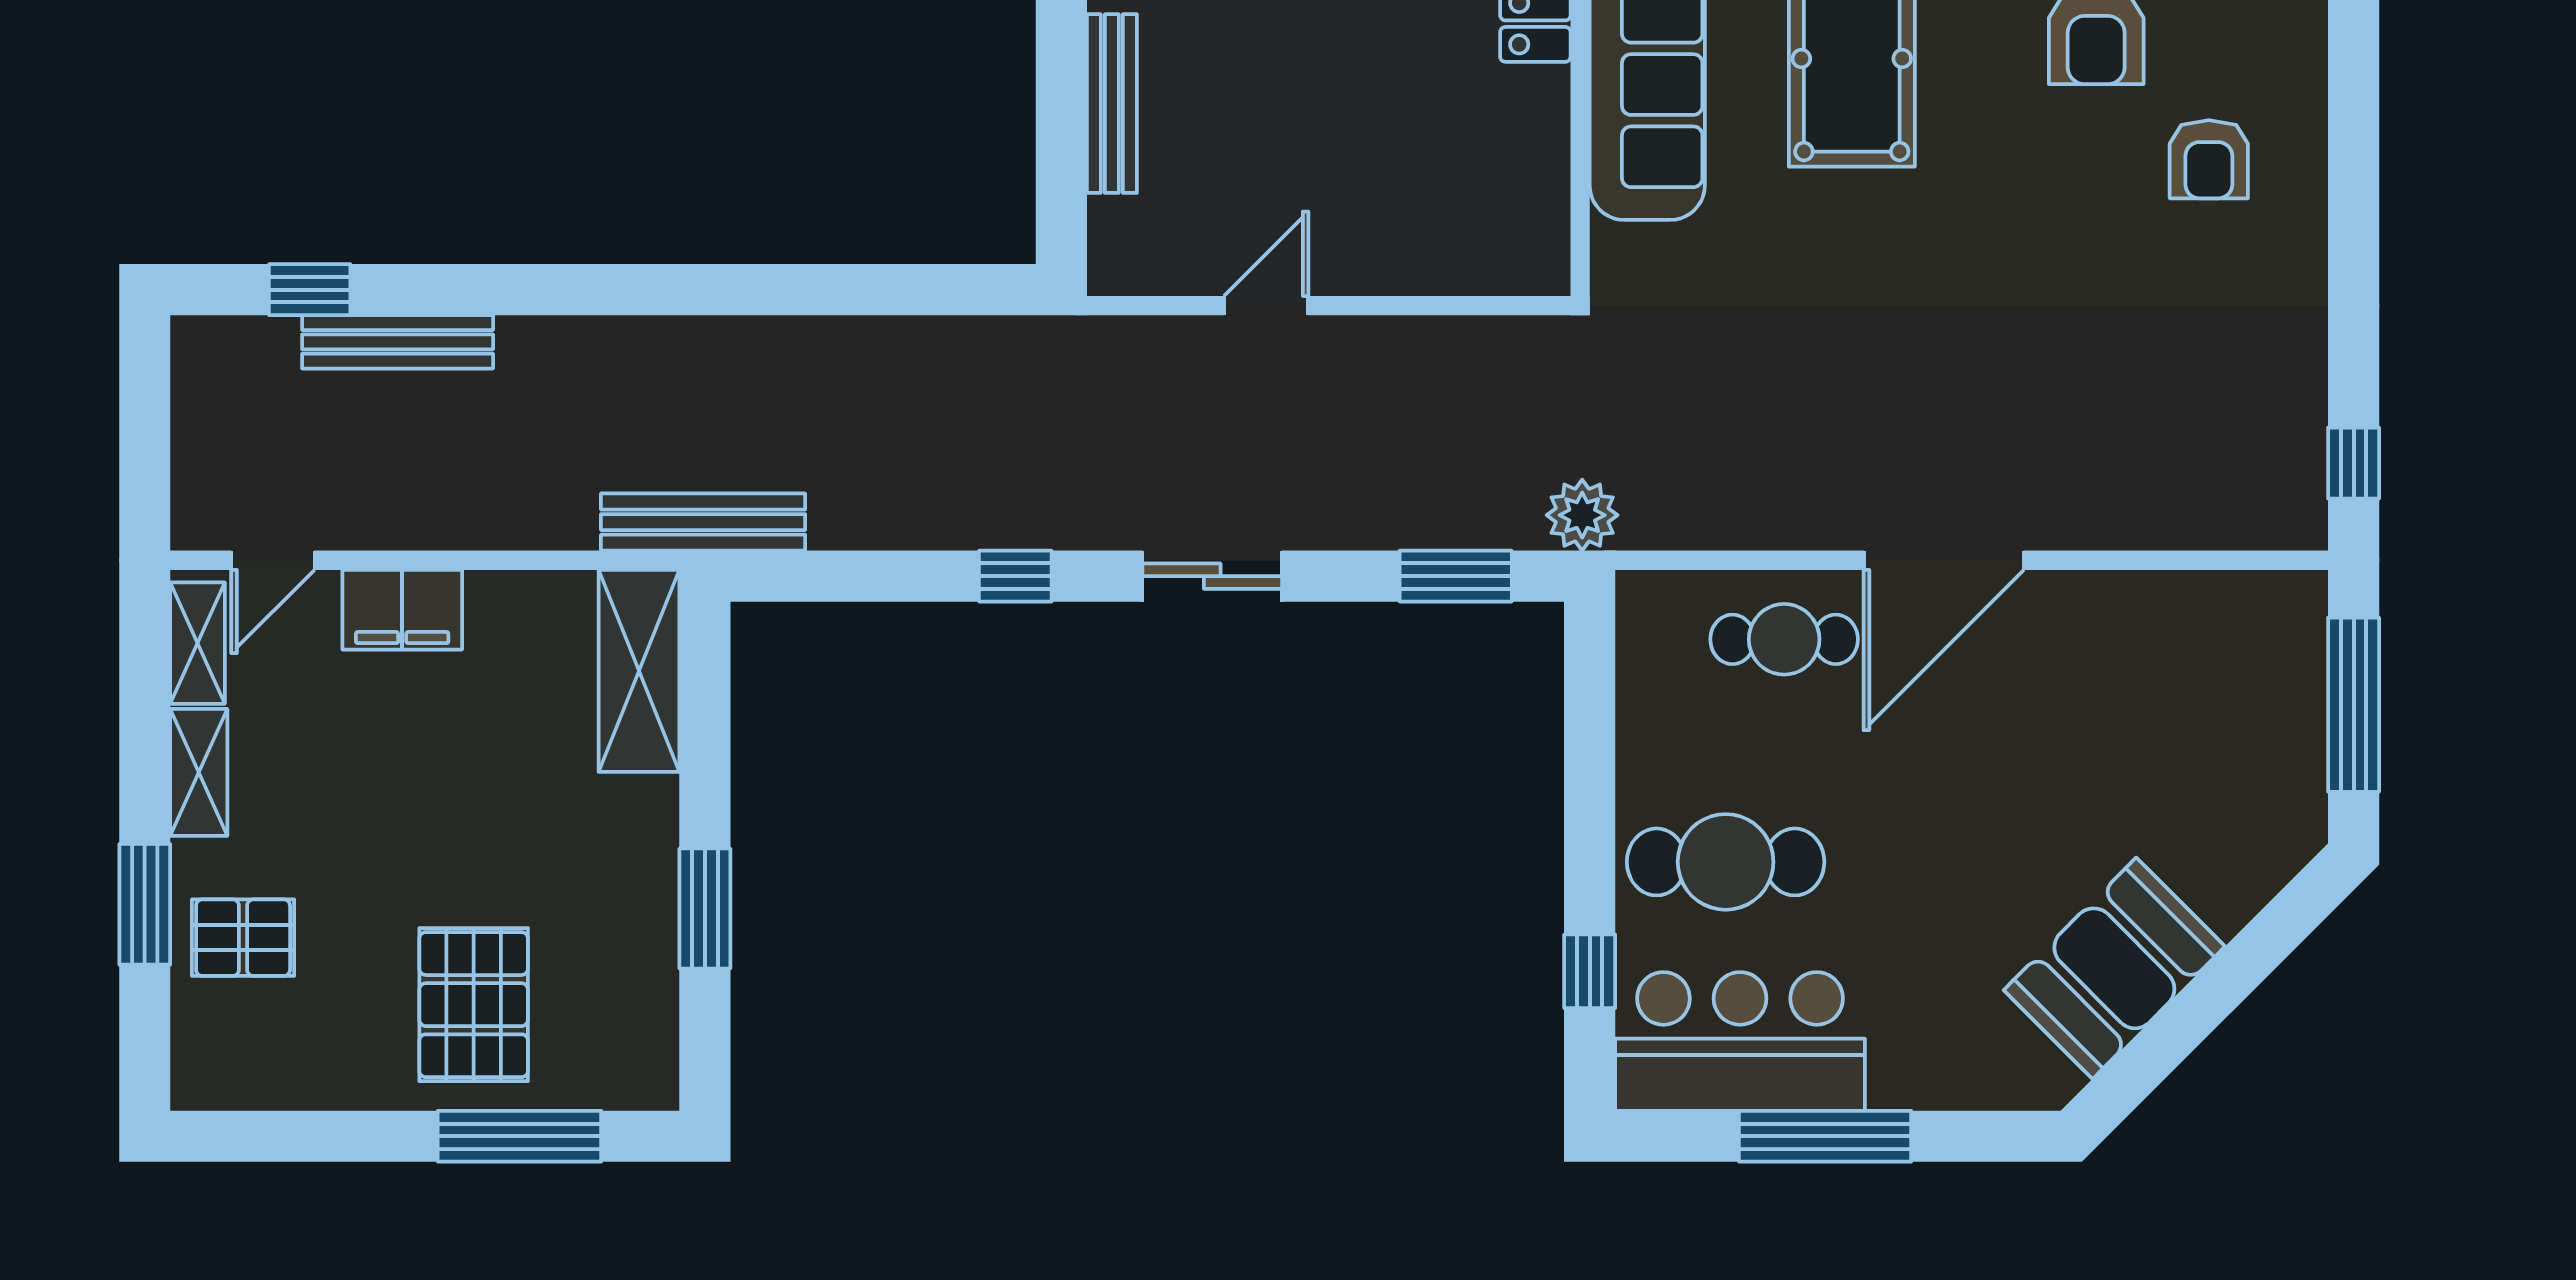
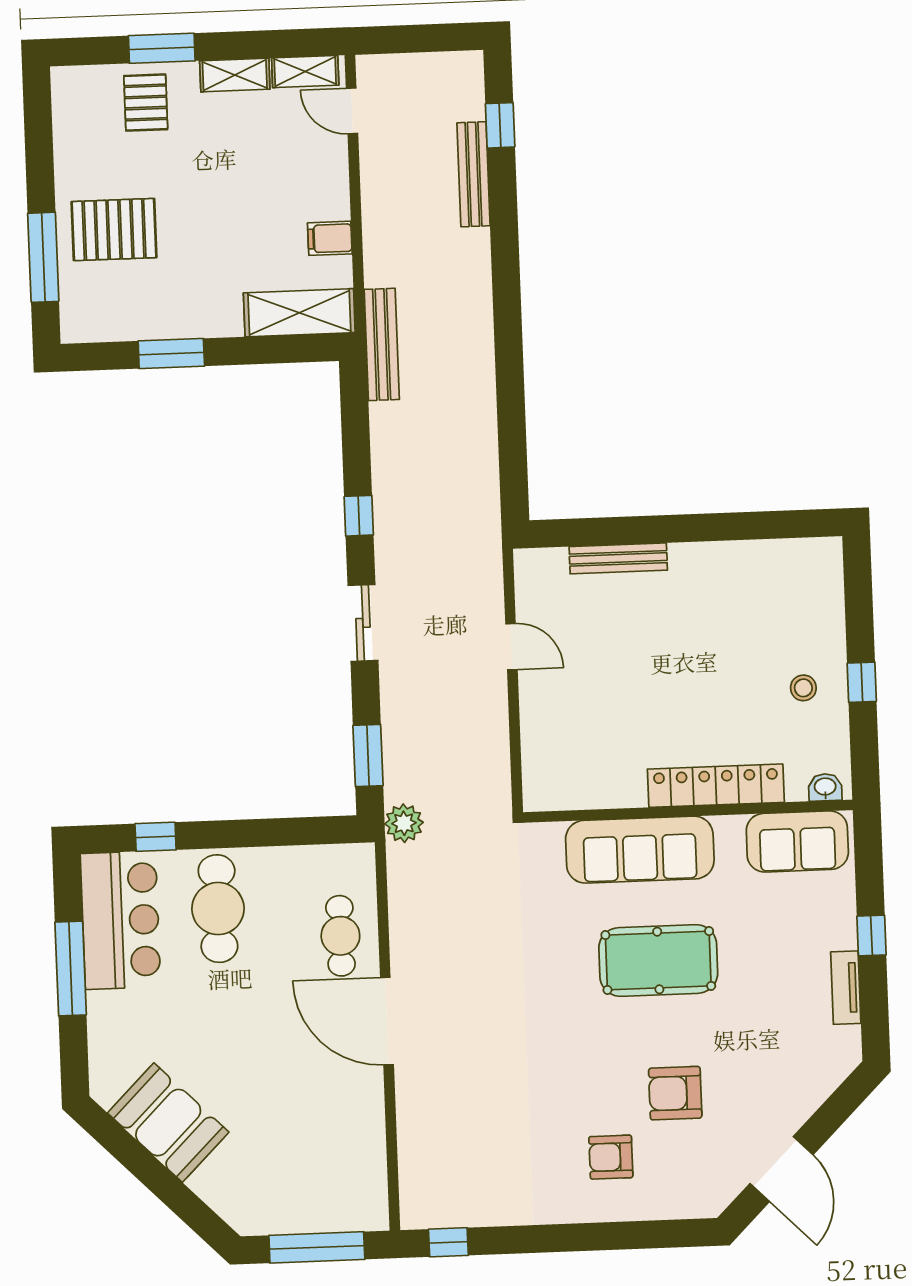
filing cabinet: (402, 610) -> (330, 238), moved, width x0.50

